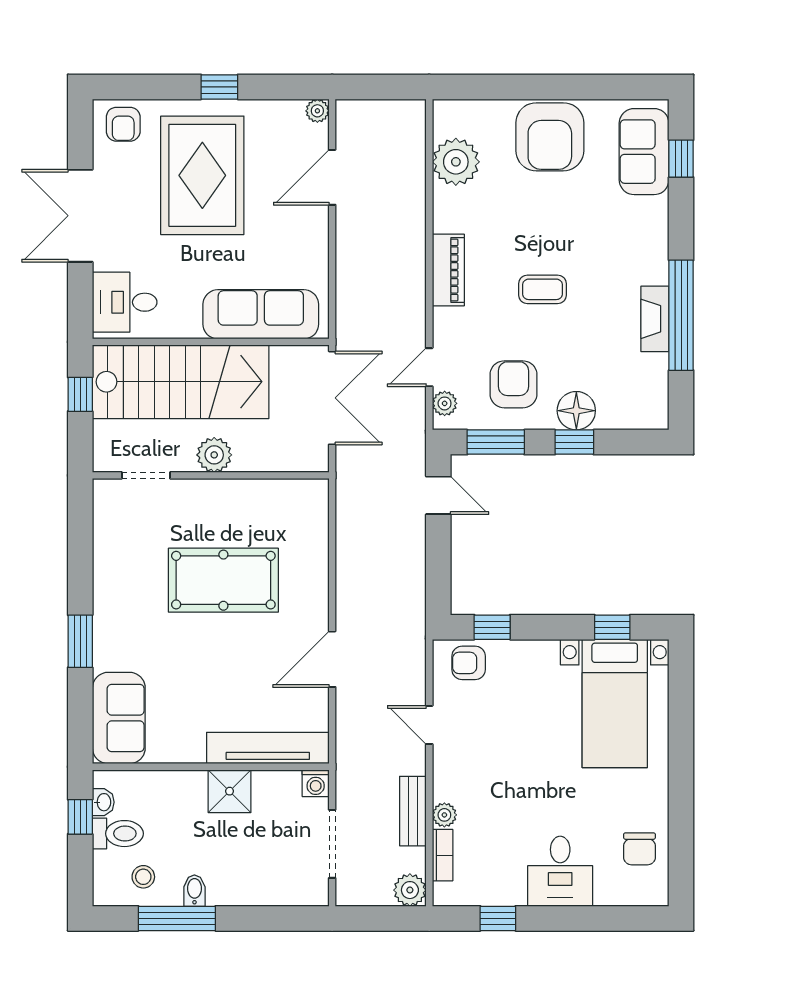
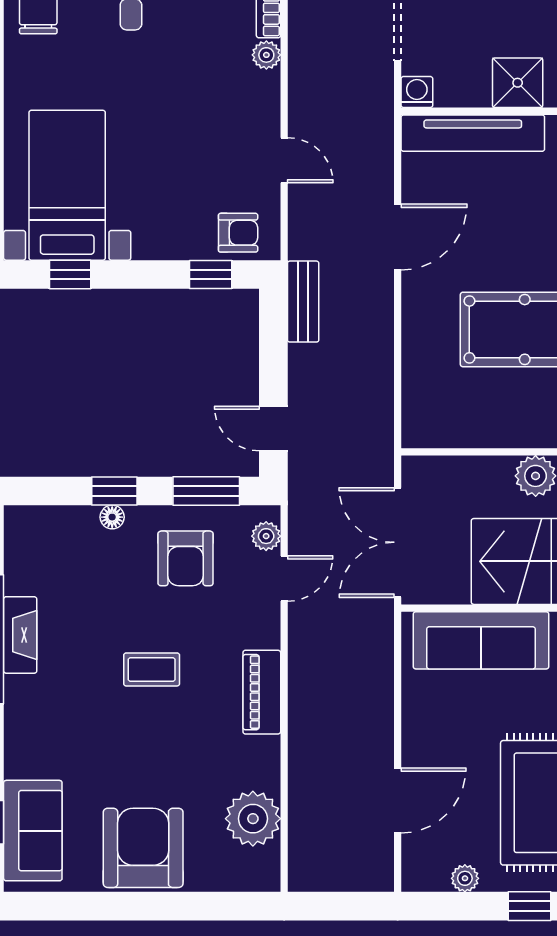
plant: (317, 111) -> (465, 878), moved
floor lamp: (576, 411) -> (112, 517), width x0.53, depth x0.53
bench: (413, 811) -> (303, 302), moved

